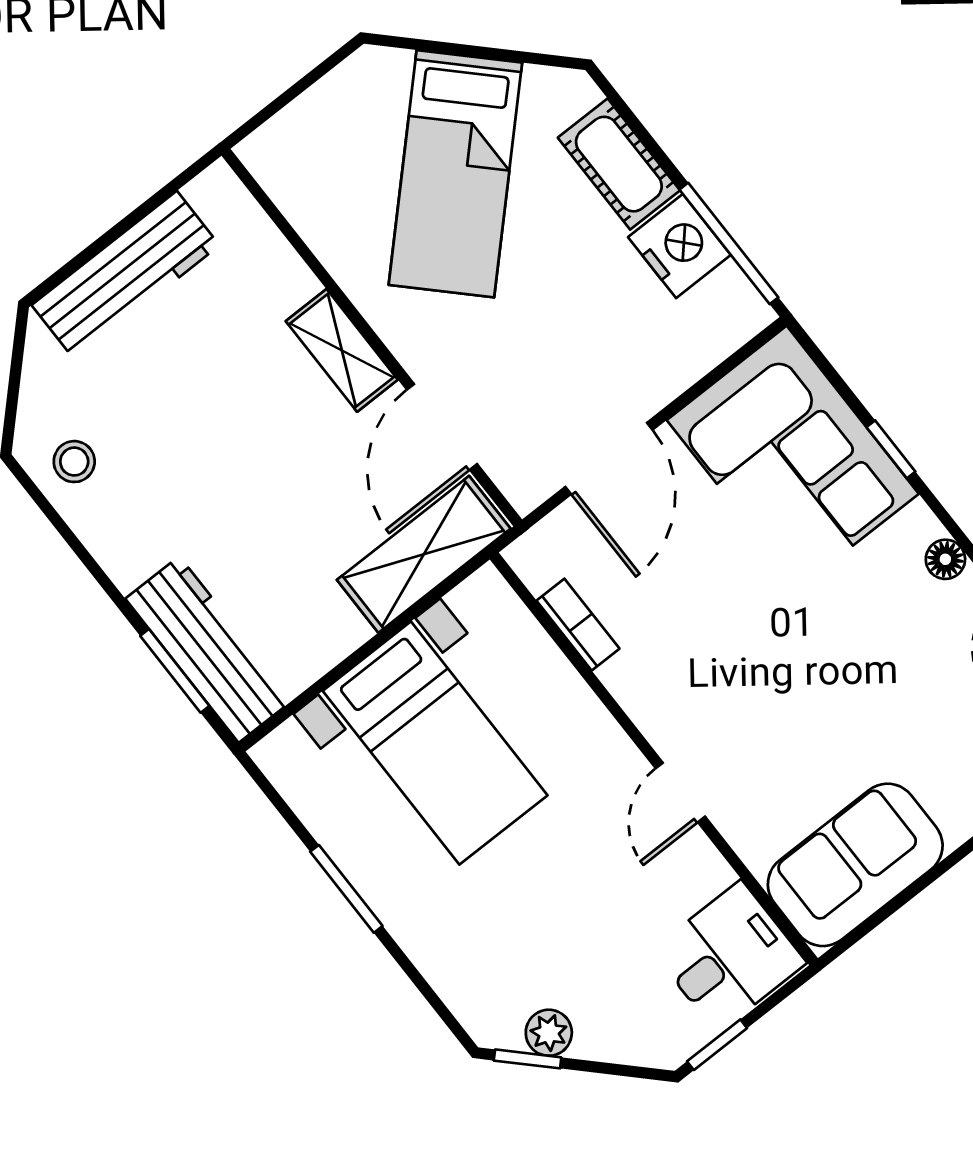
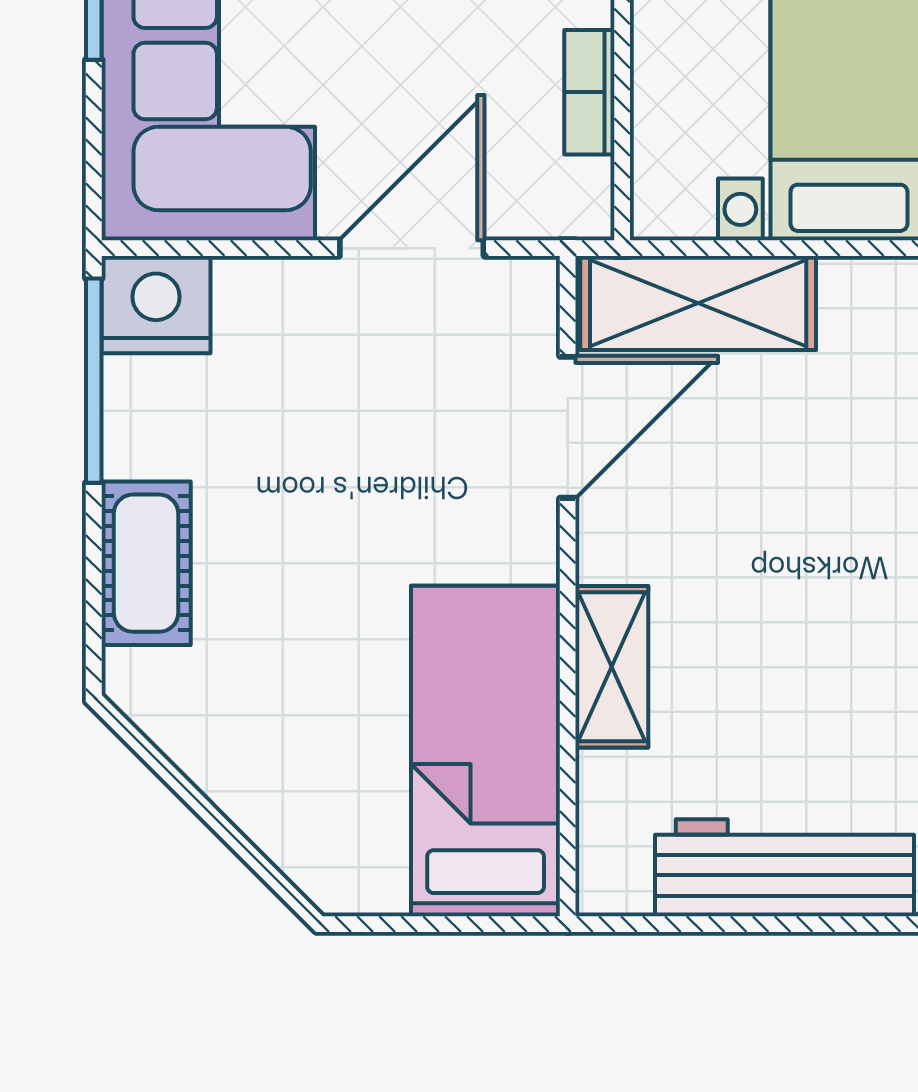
bed: (455, 174) -> (486, 751), moved, turned -45
nightstand: (679, 246) -> (156, 305), moved, turned 90
shelving: (342, 350) -> (612, 667), moved

